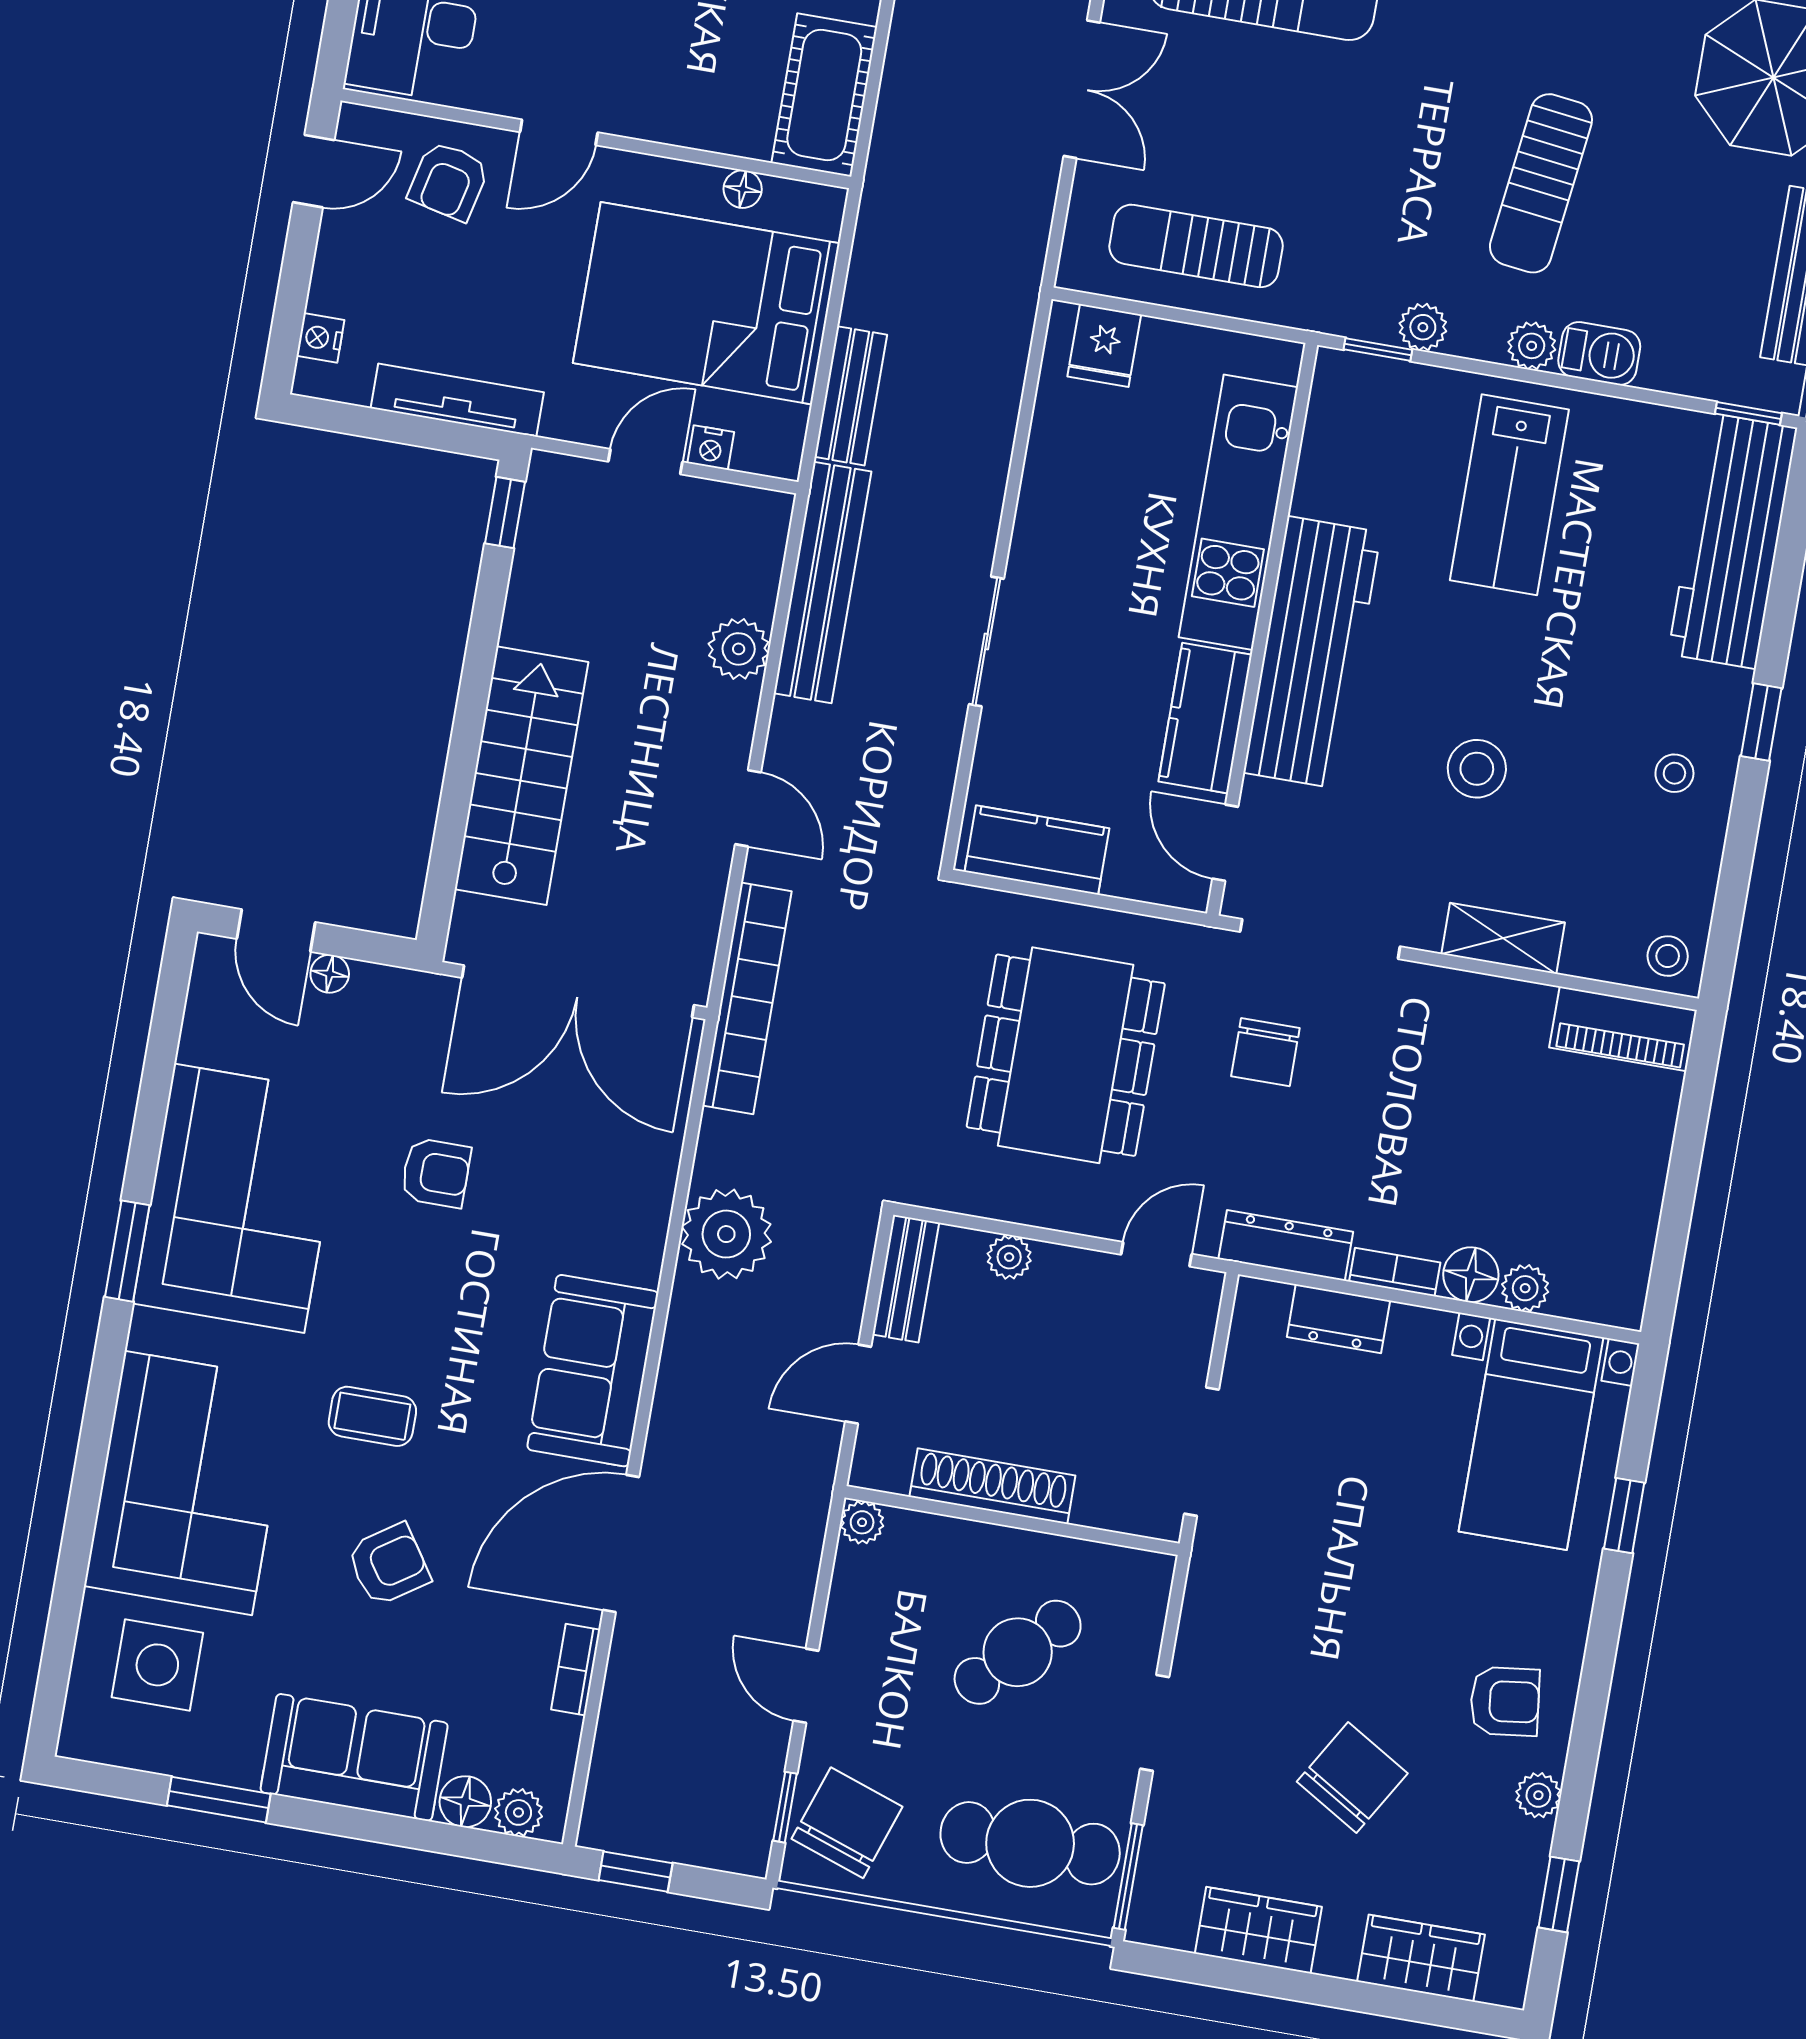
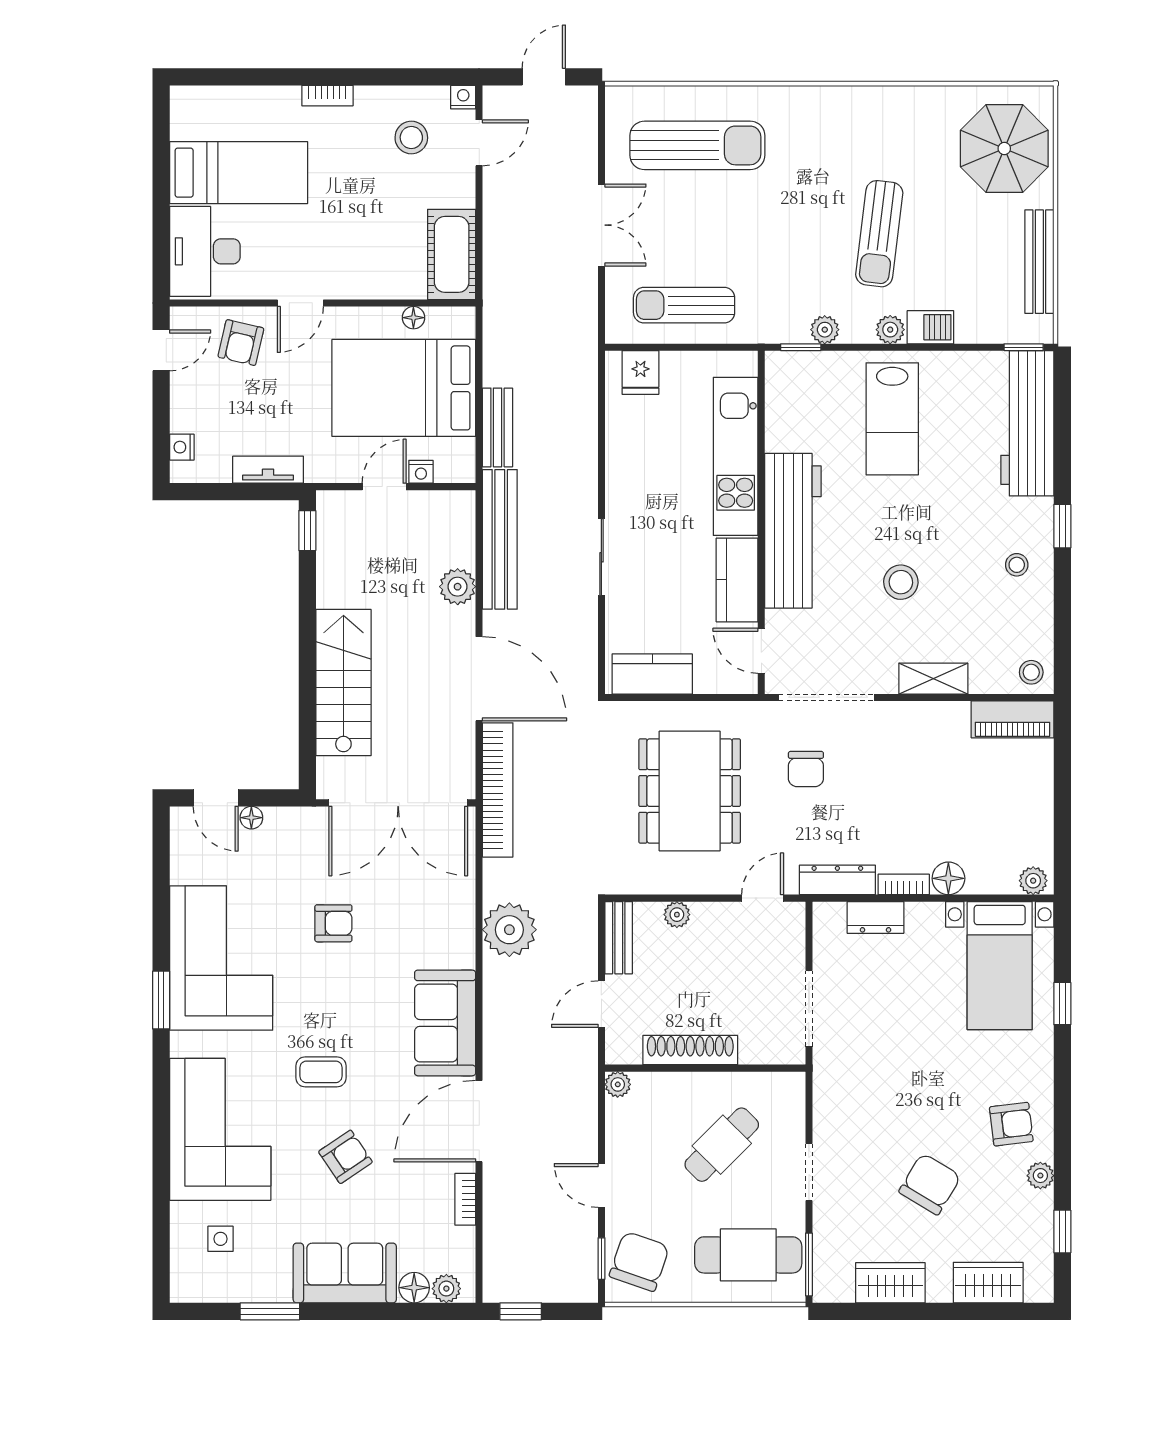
tv unit: (457, 400) -> (268, 470), width x0.71
door: (748, 808) -> (479, 679), width x1.88
plant: (1525, 1288) -> (1033, 881), moved
side table: (157, 1665) -> (220, 1239), width x0.54, depth x0.54

